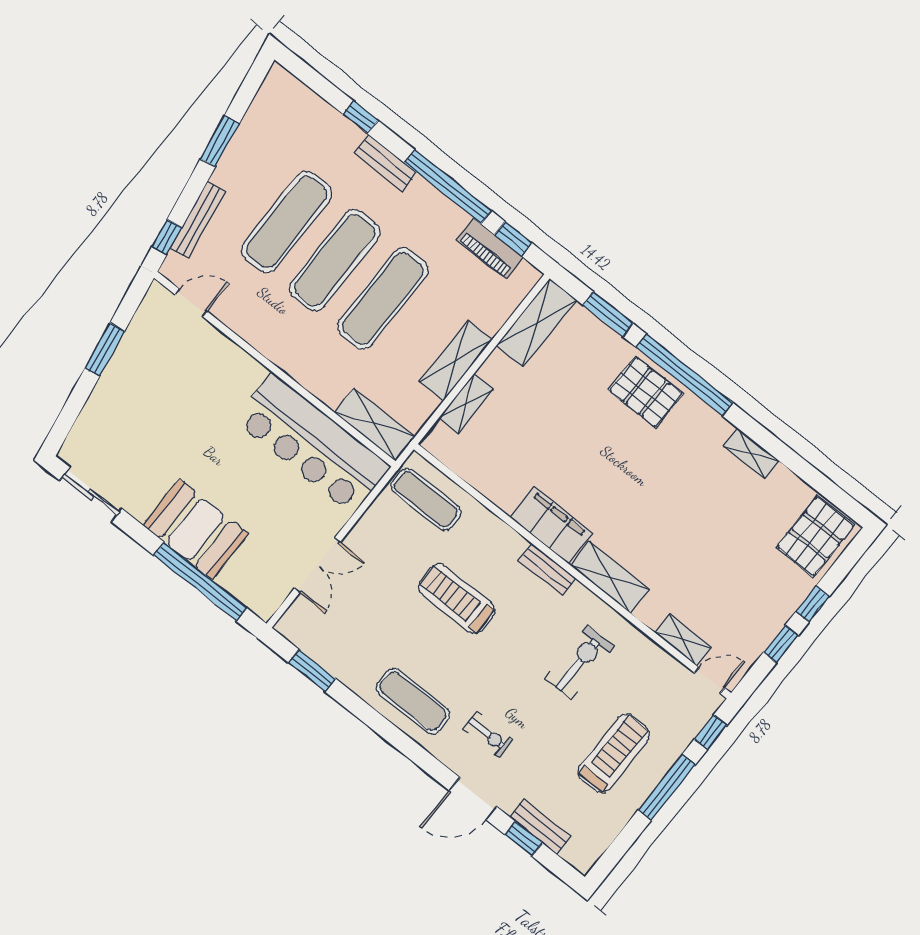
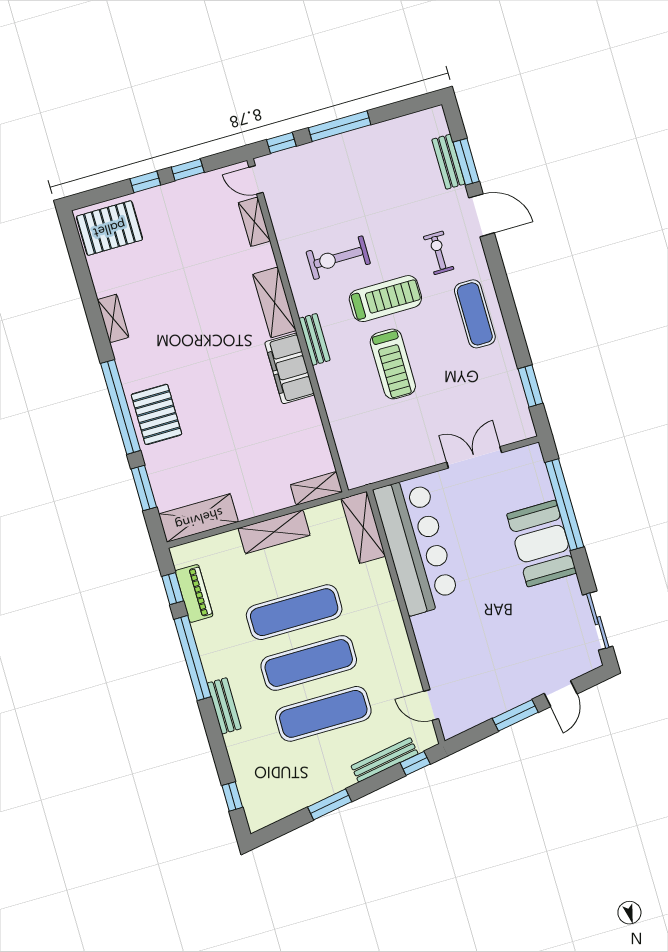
window: (360, 117) -> (232, 796), moved
door: (77, 401) -> (561, 694), added
shelving: (466, 403) -> (316, 488), moved
exercise mat: (426, 499) -> (364, 449), removed
treadmill: (614, 753) -> (385, 299), moved, turned 180
window: (524, 839) -> (466, 162), width x1.50

